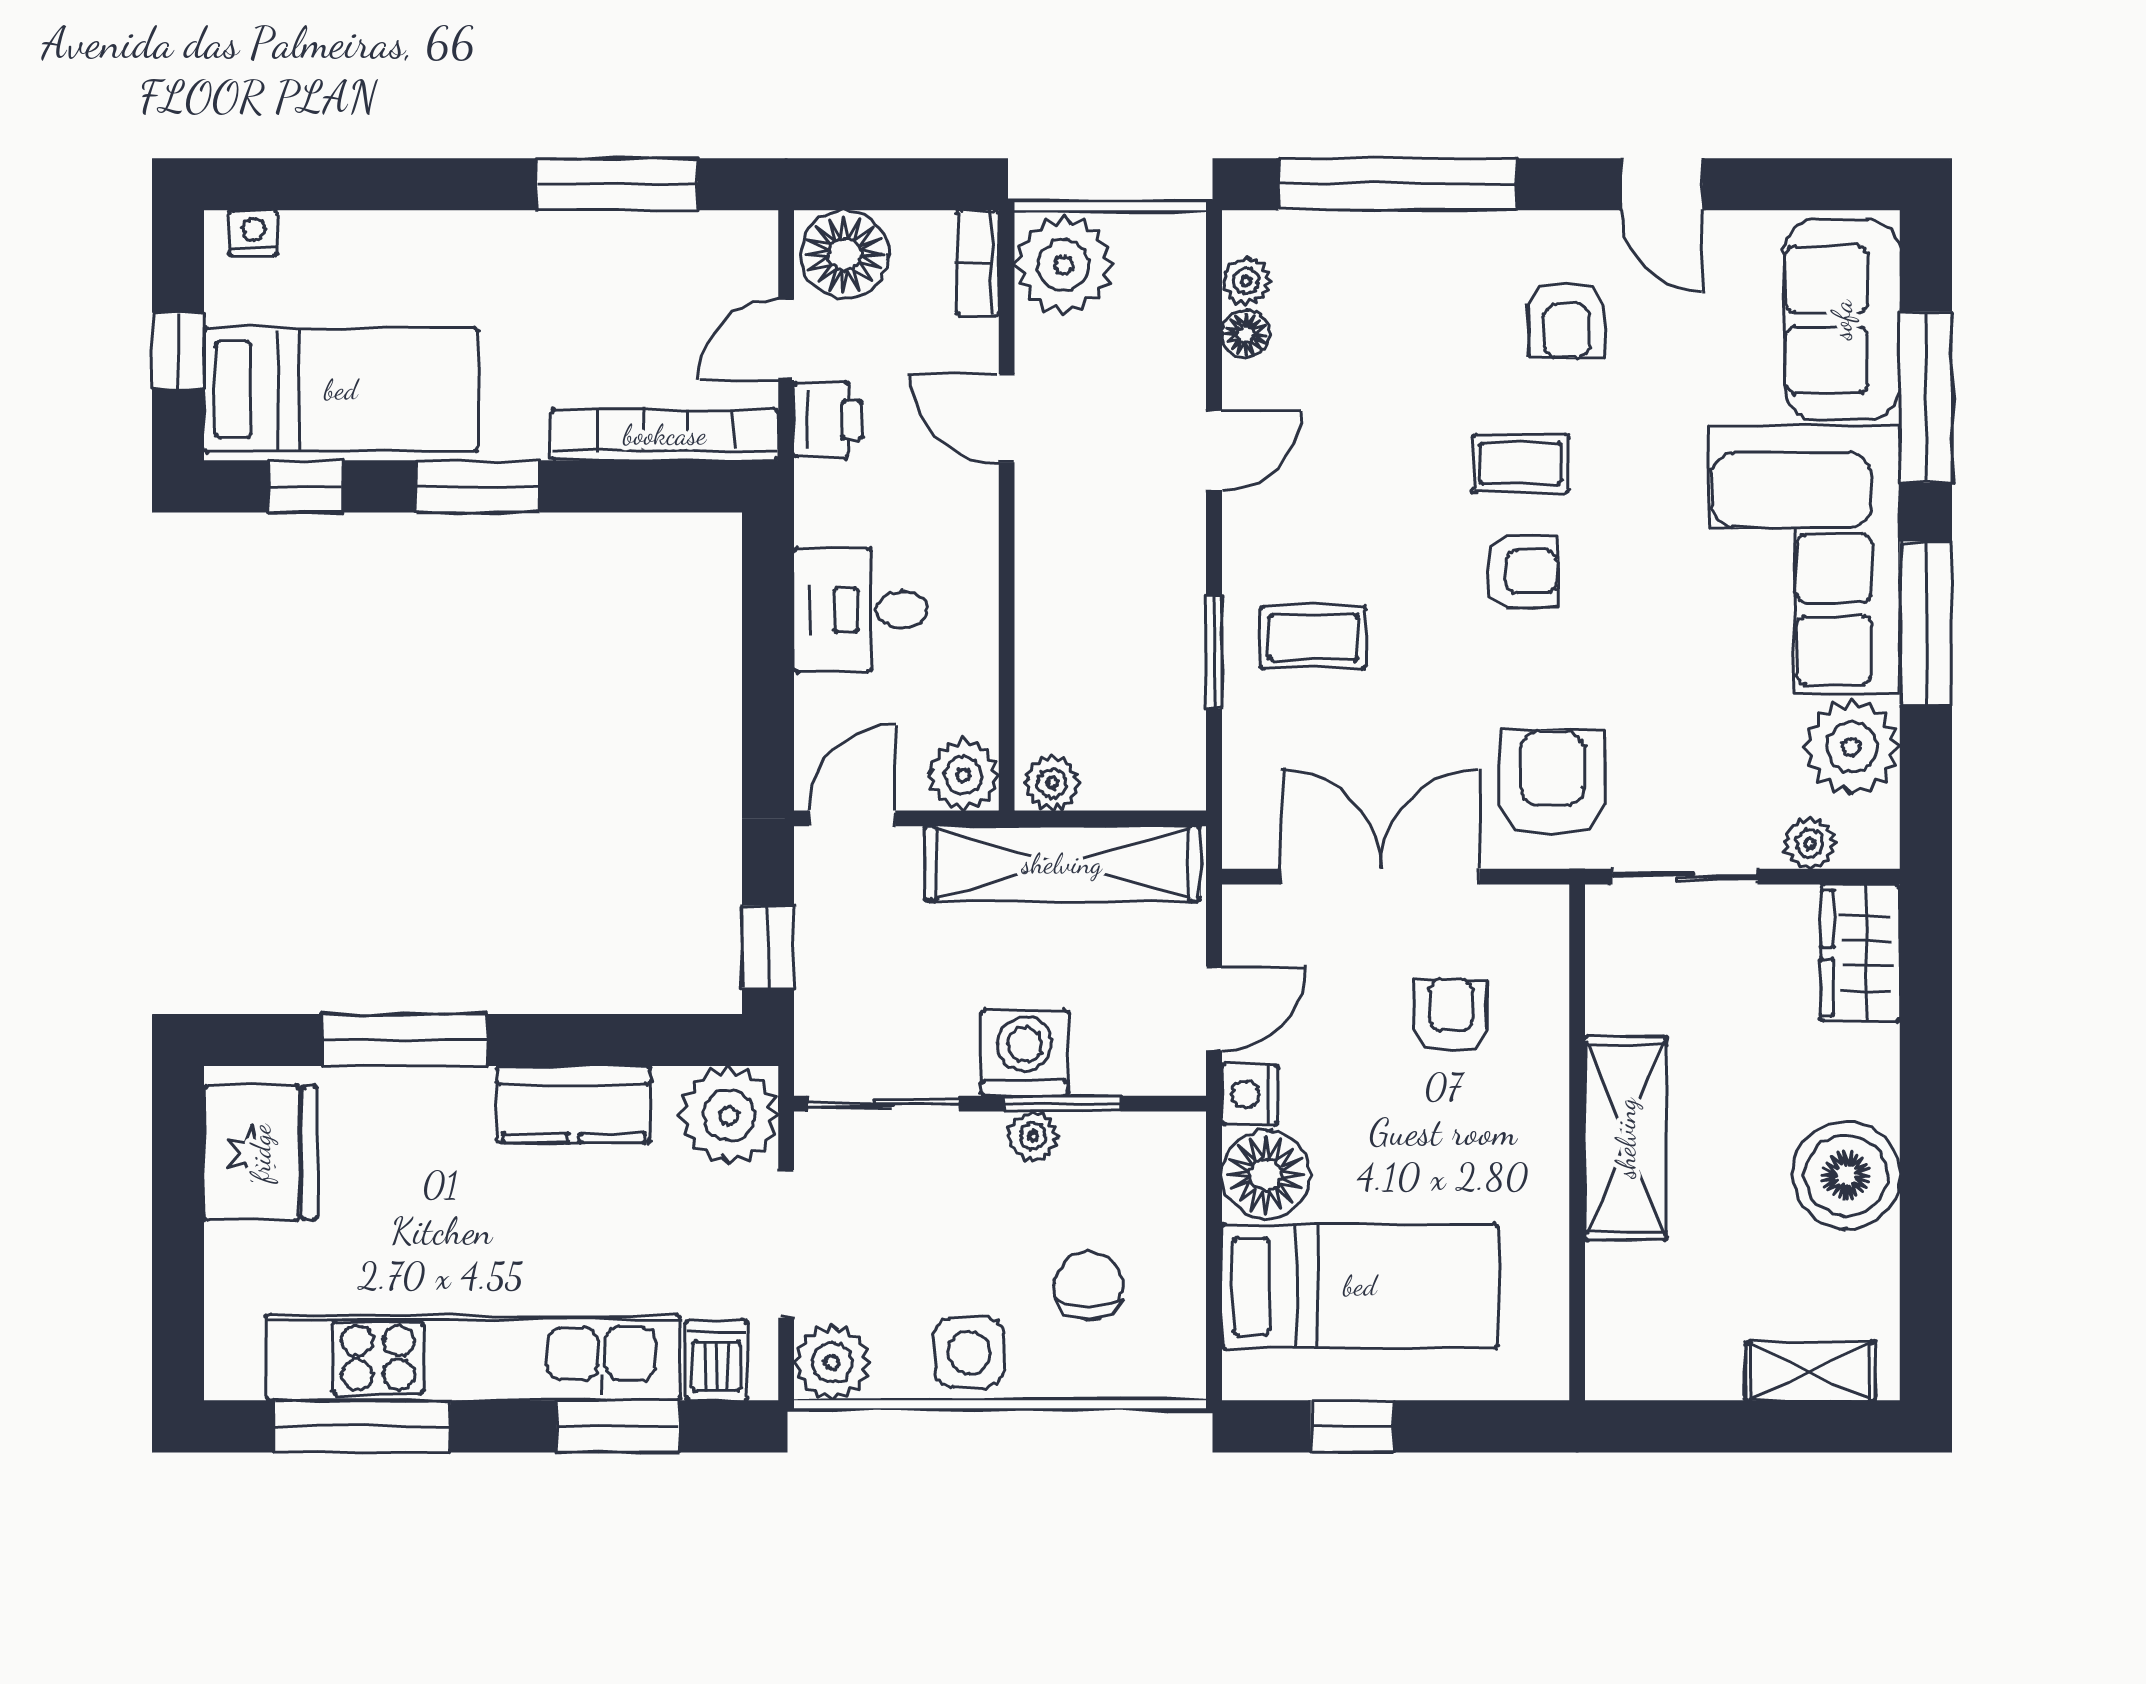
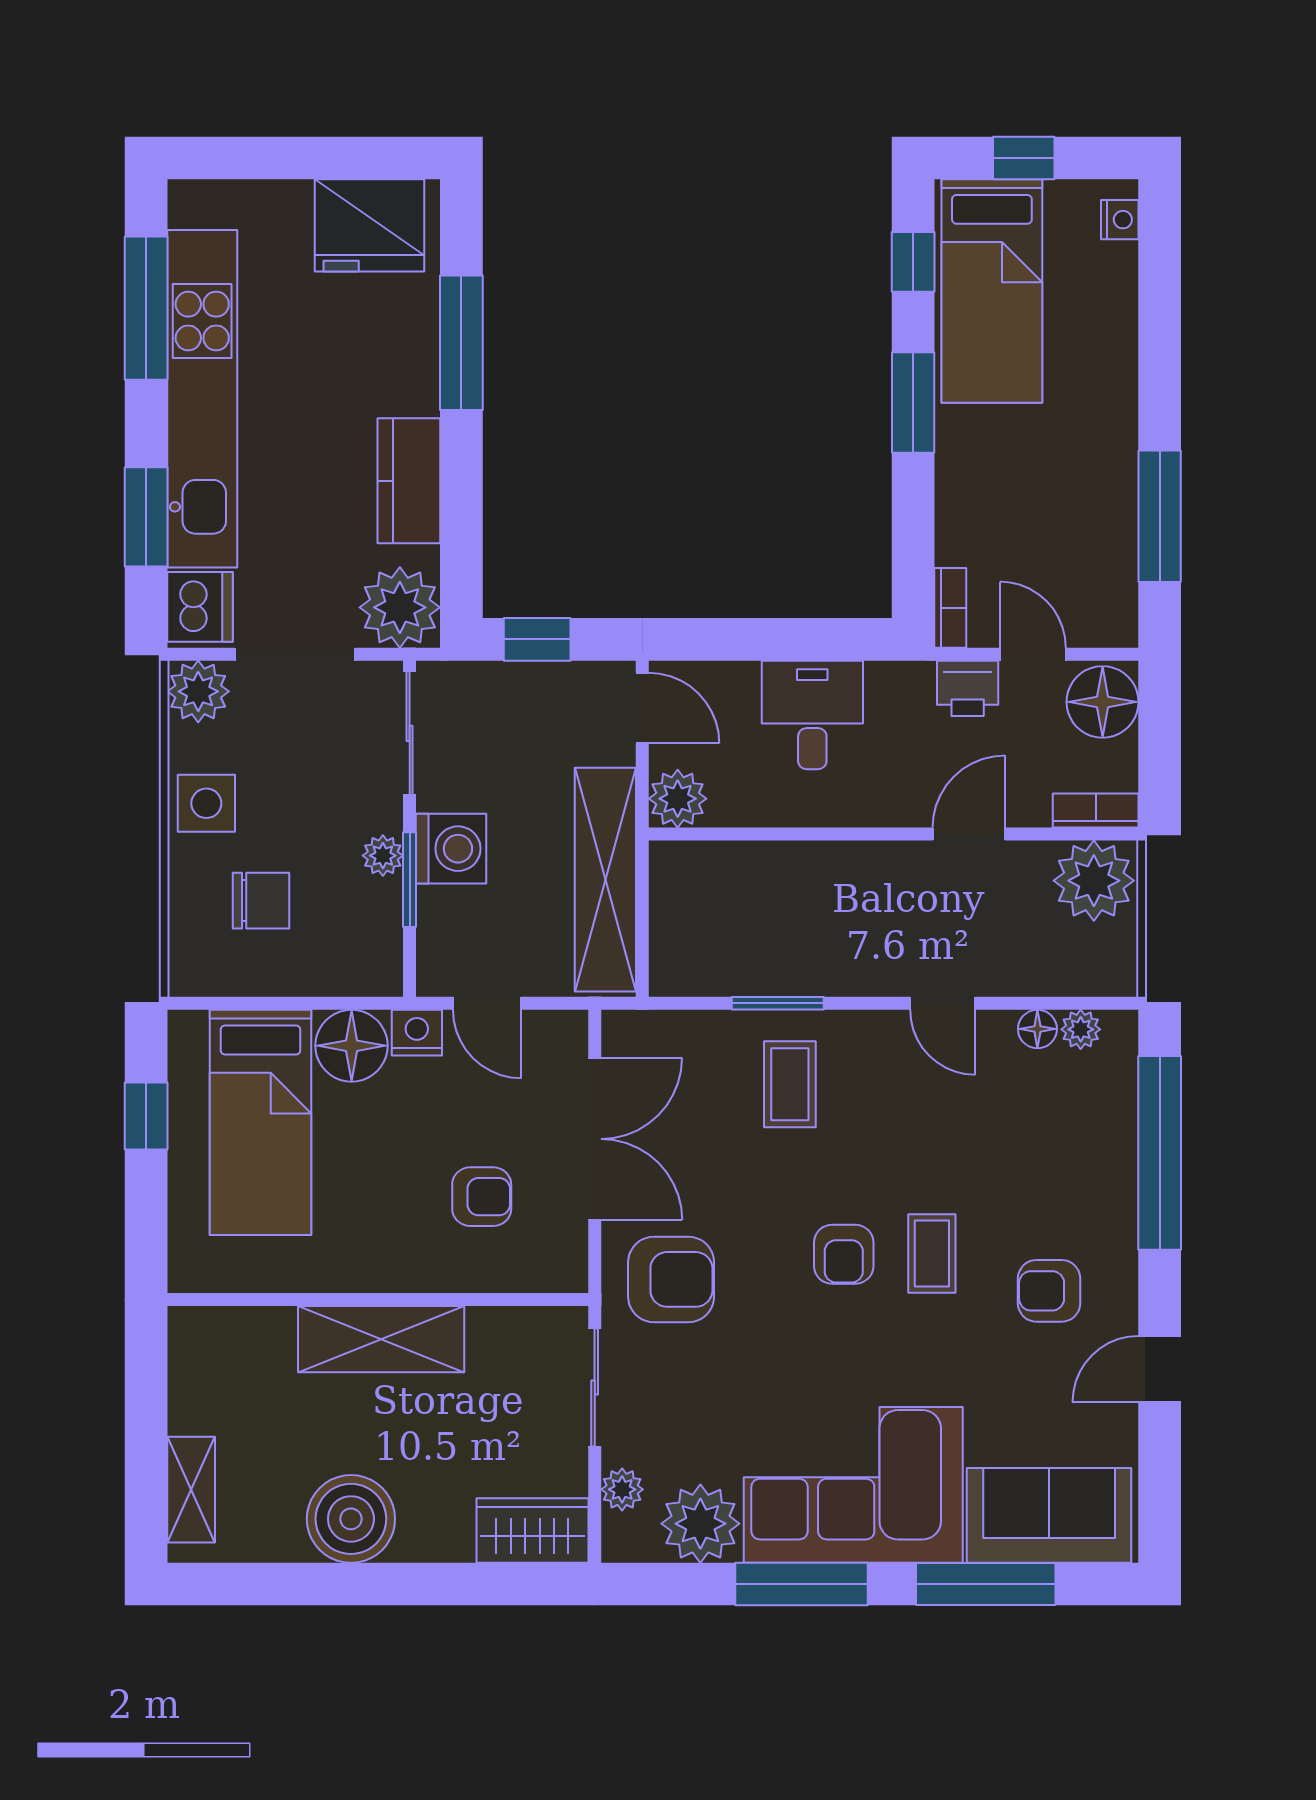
bookcase: (665, 435) -> (950, 608), width x0.43, depth x0.76
plant: (1052, 783) -> (671, 871), removed
dishwasher: (716, 1360) -> (200, 607), width x1.38

